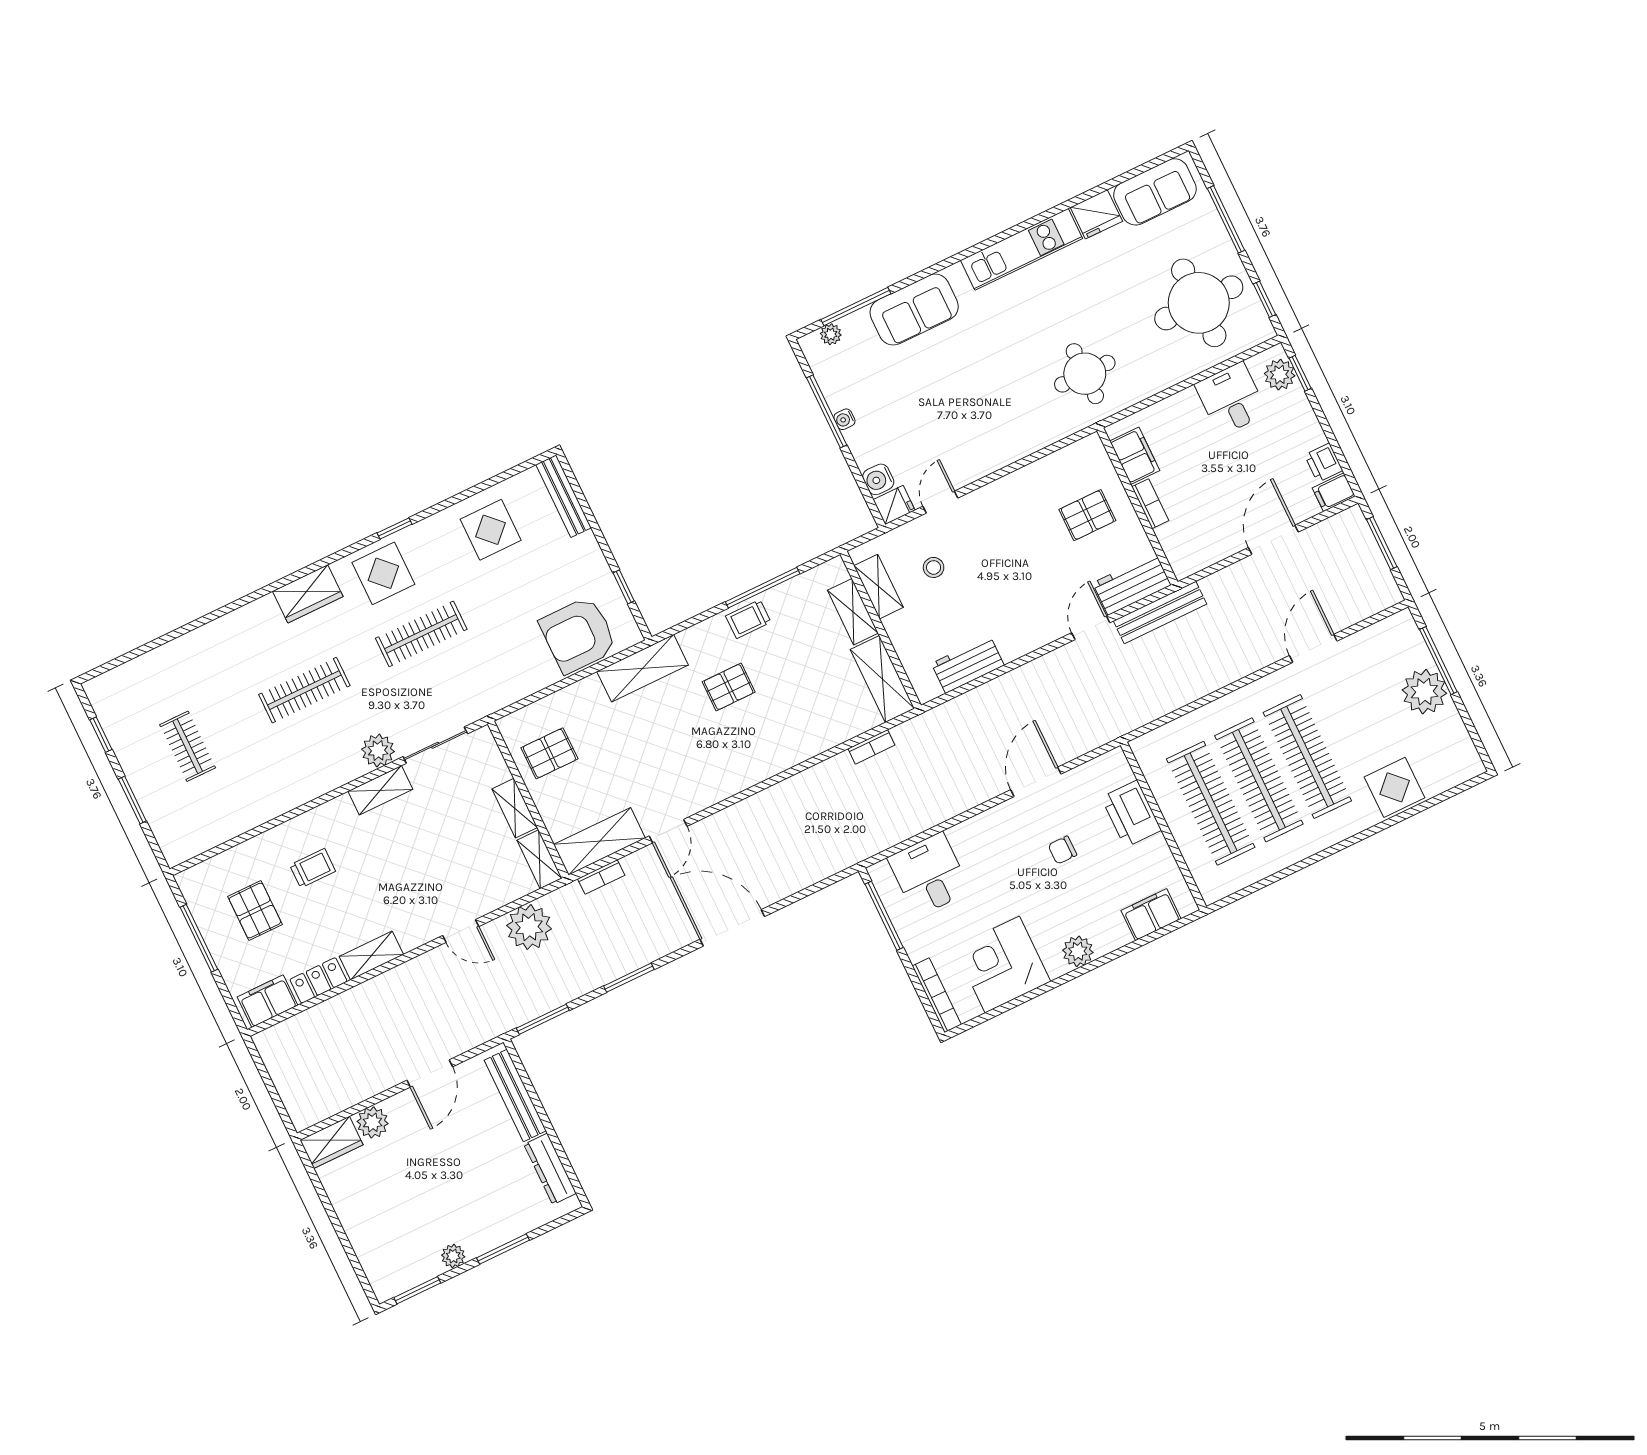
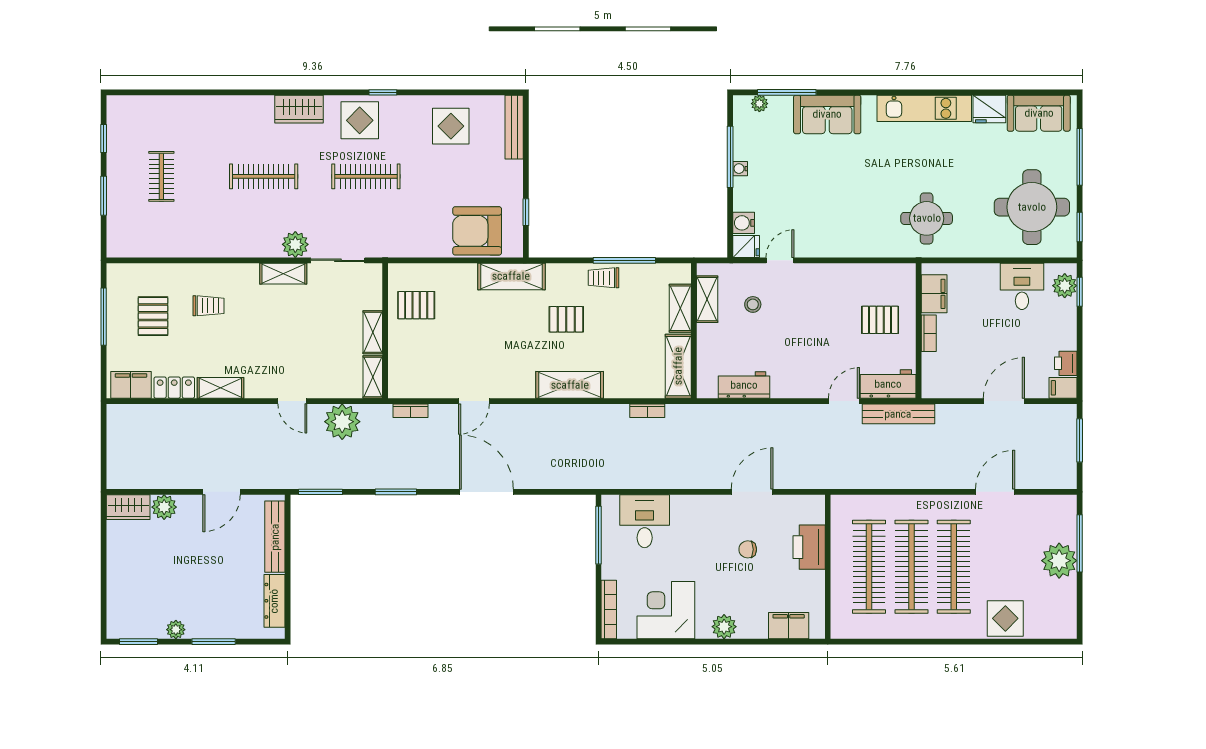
shelving: (599, 841) -> (570, 385), moved

